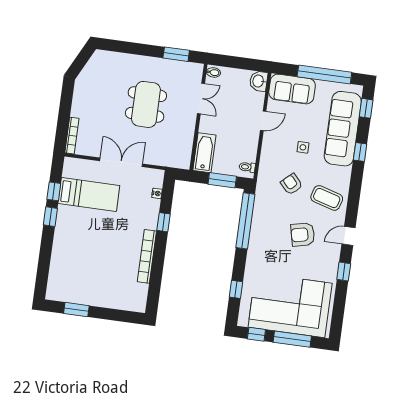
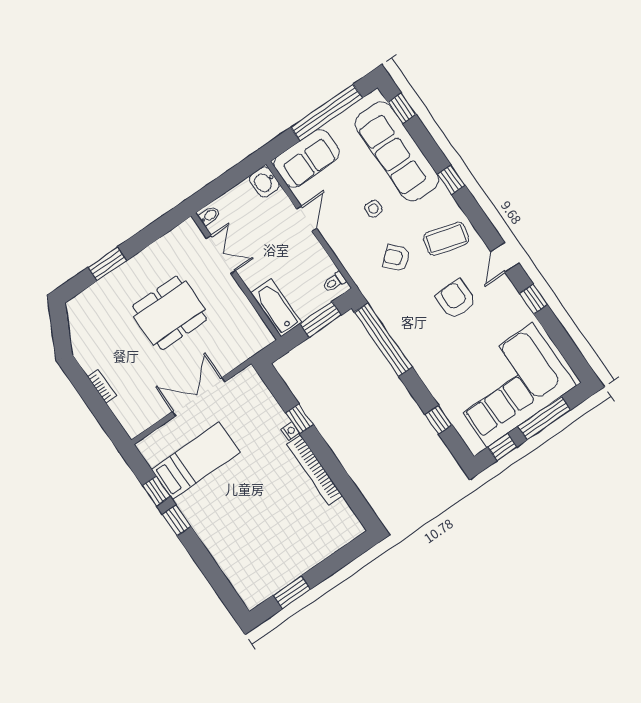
window: (176, 54) -> (107, 264), moved
dining table: (146, 104) -> (169, 313), turned 90
bookcase: (72, 136) -> (102, 386), moved, width x0.64
window: (360, 152) -> (451, 180), moved
nightstand: (157, 193) -> (290, 431), moved
armchair: (303, 234) -> (456, 299), turned 103

